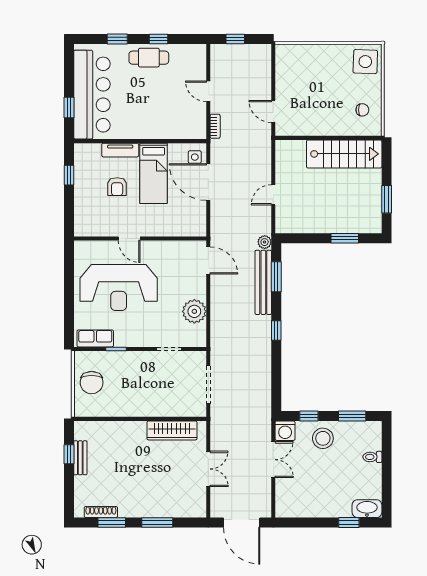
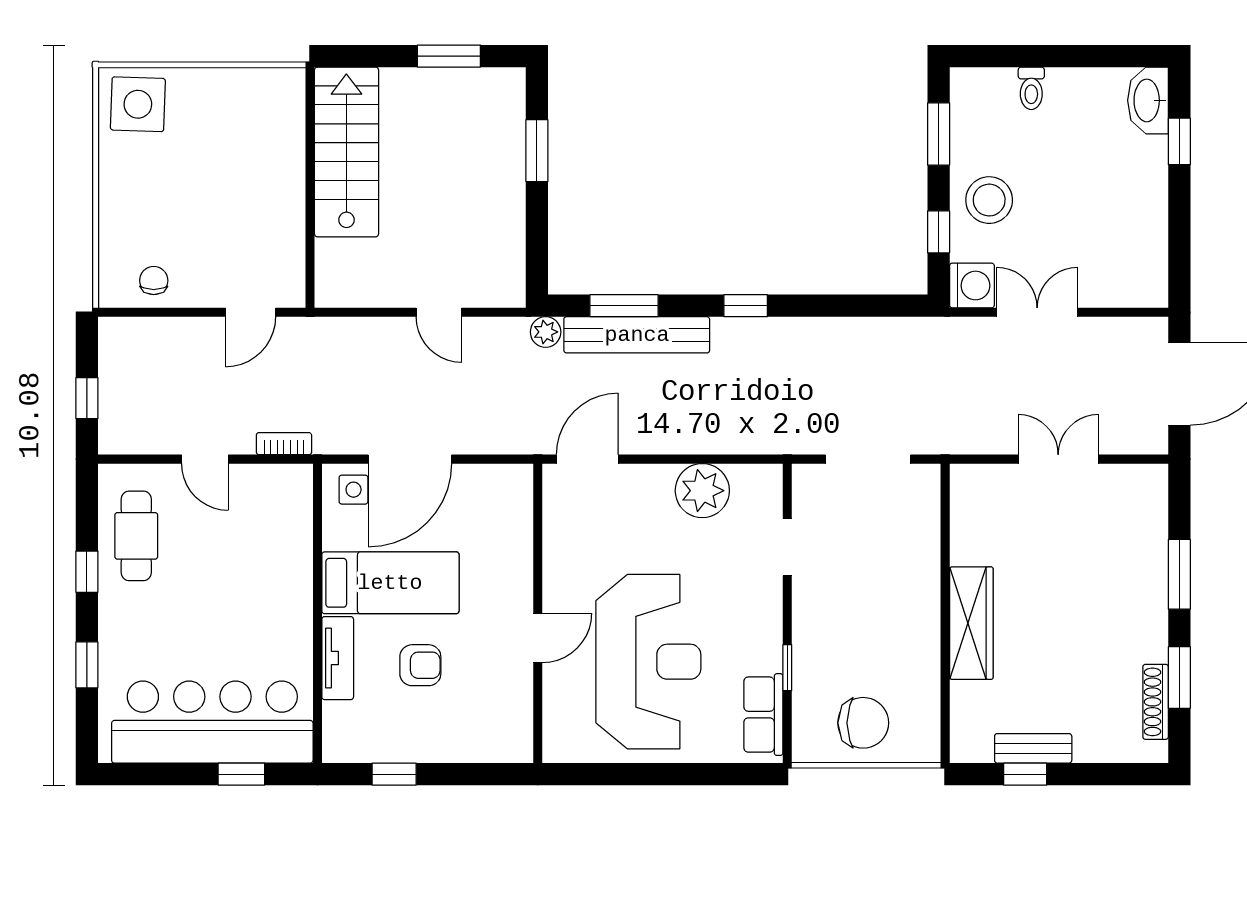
cafe table: (149, 58) -> (136, 536), moved
door: (208, 91) -> (205, 459), hinge flipped
chair: (362, 110) -> (154, 281), moved
wardrobe: (172, 430) -> (971, 623), moved

